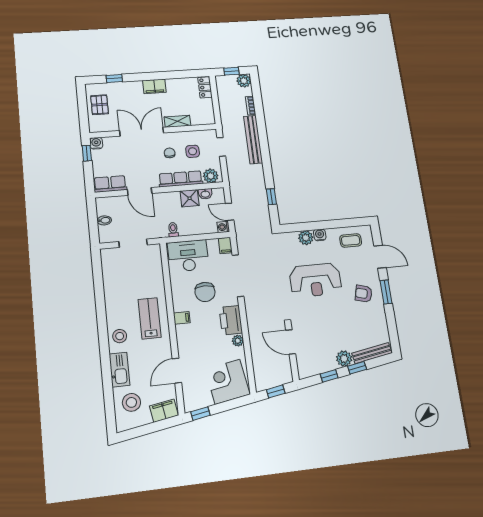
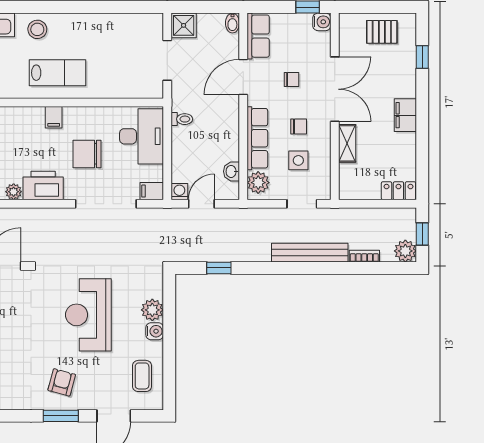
chair: (138, 160) -> (291, 79), added
shower: (190, 198) -> (184, 25), moved
bidet: (104, 220) -> (232, 23), moved

